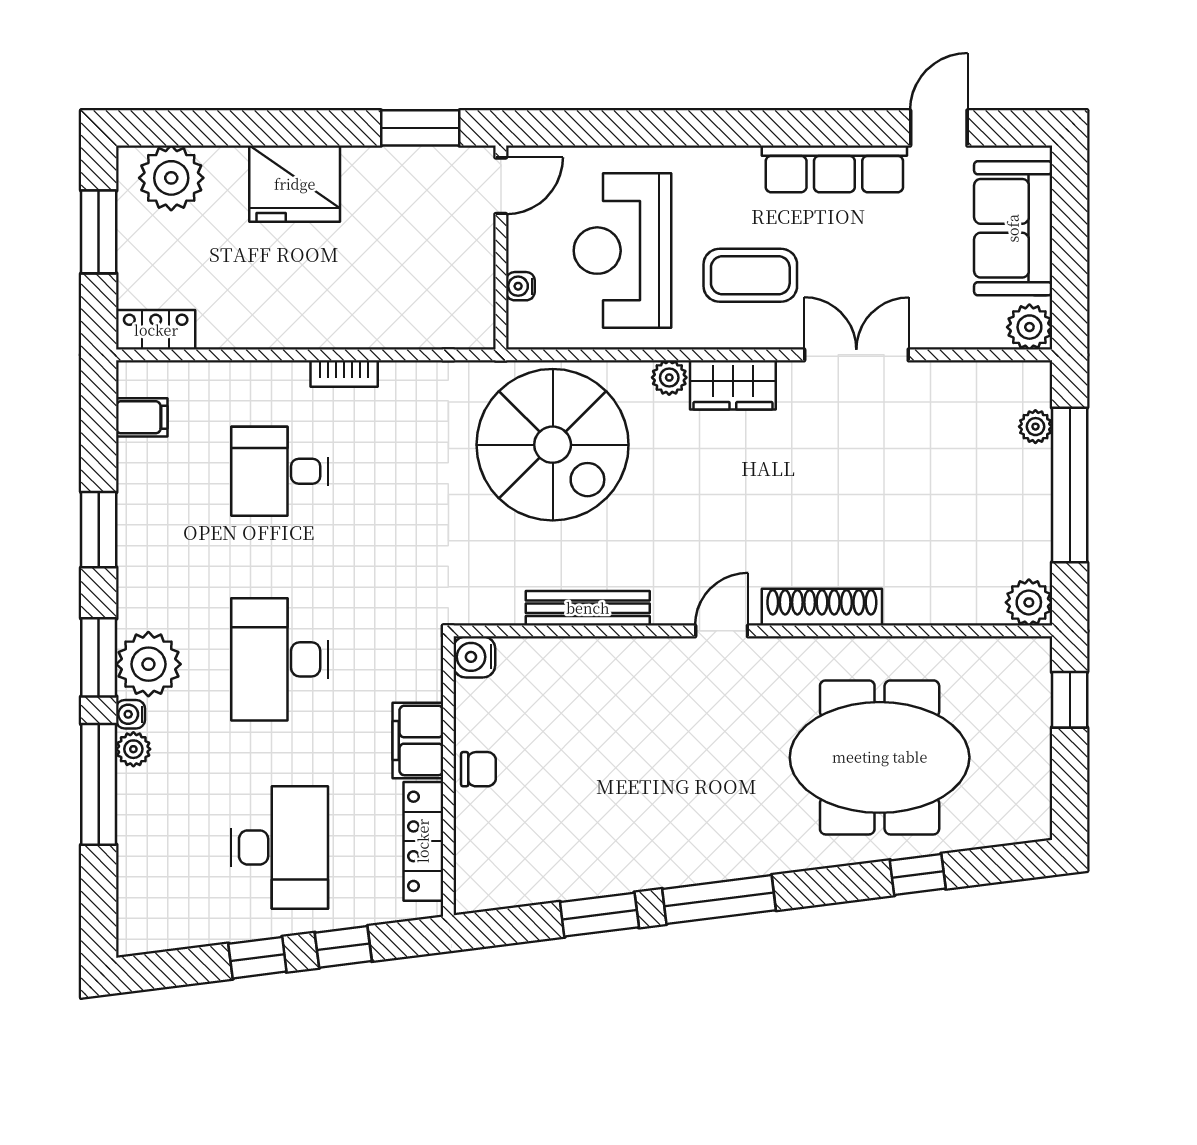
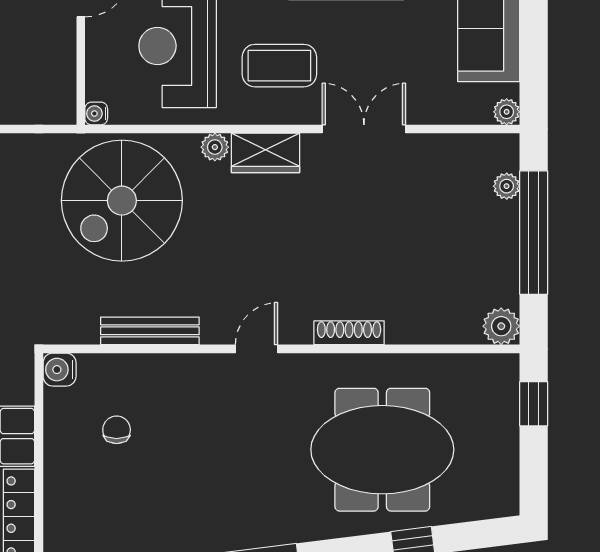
water cooler: (520, 286) -> (96, 113), moved
plant: (1029, 327) -> (507, 112), width x0.73, depth x0.73
spiral stairs: (553, 445) -> (122, 201), turned 90
shoe rack: (822, 607) -> (349, 333), width x0.74, depth x0.81
chair: (478, 769) -> (117, 430), moved, turned -90

